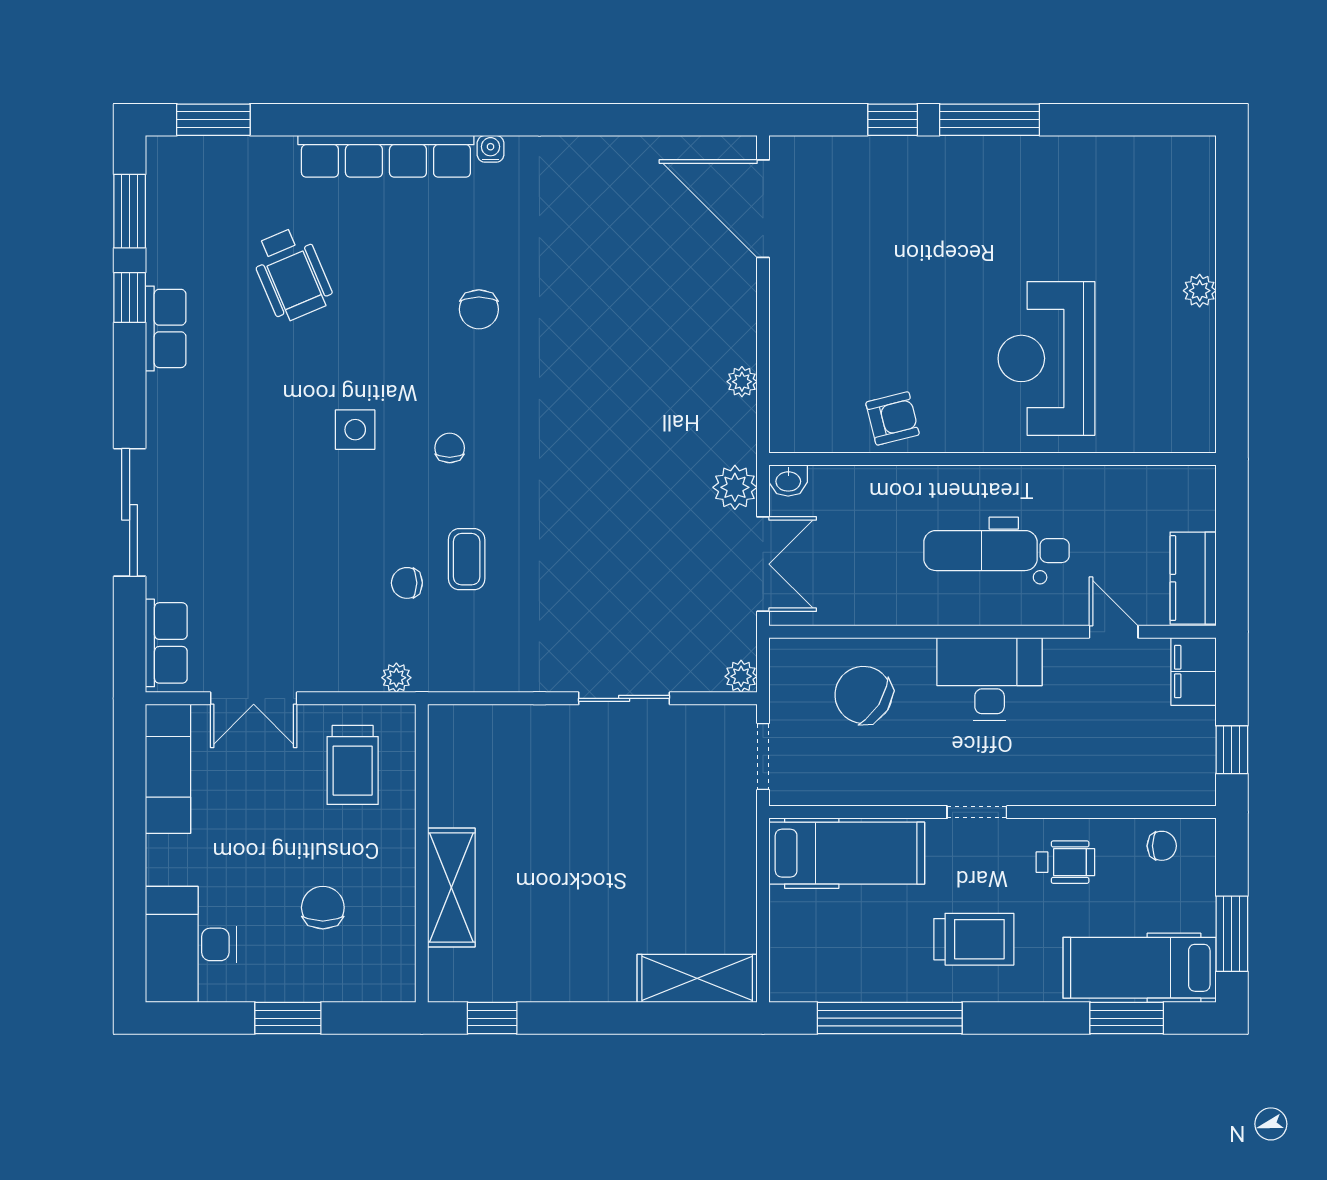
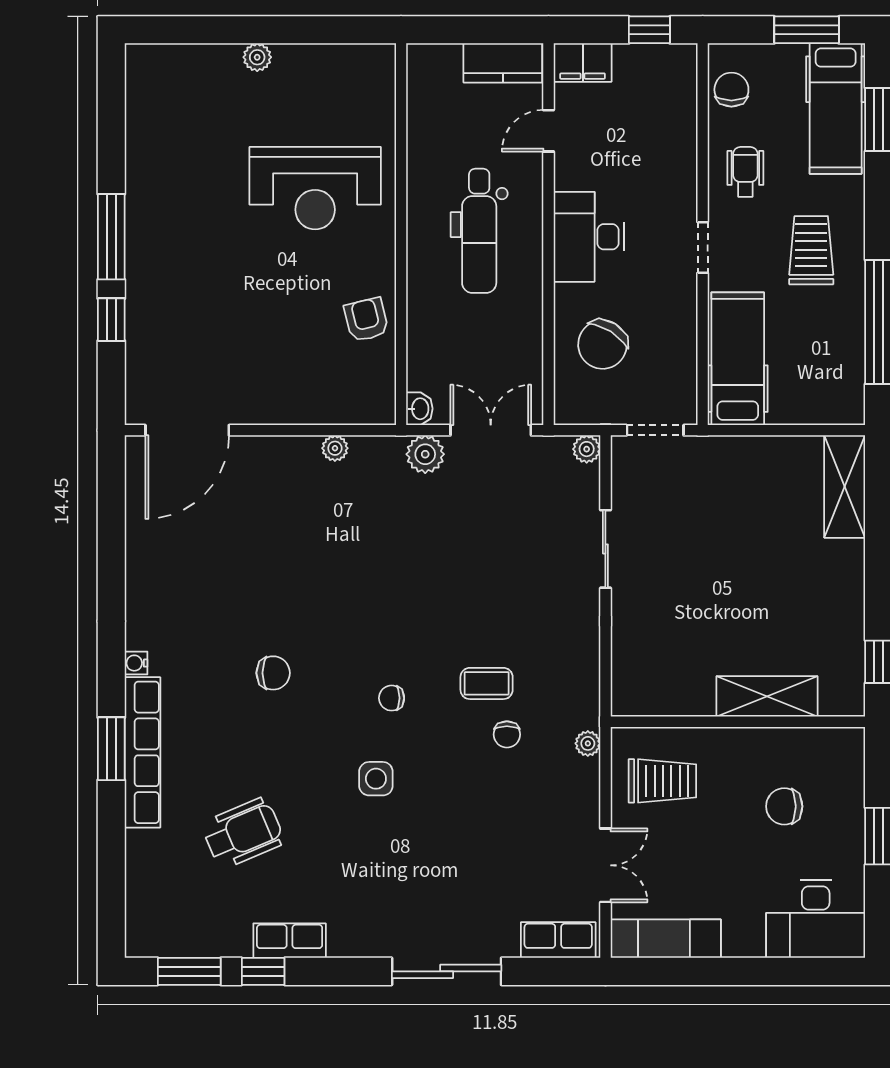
window: (213, 120) -> (111, 749), moved
chair: (1162, 846) -> (731, 90), width x1.37, depth x1.37

